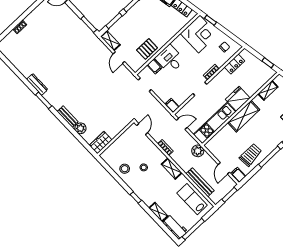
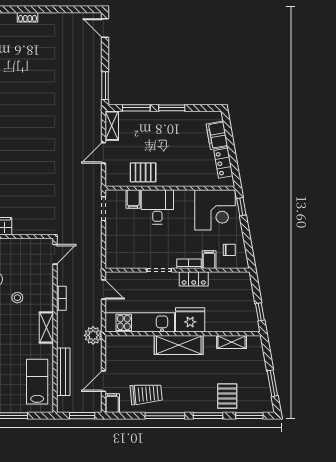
locker: (234, 64) -> (194, 279), moved
filing cabinet: (172, 106) -> (209, 260), moved

